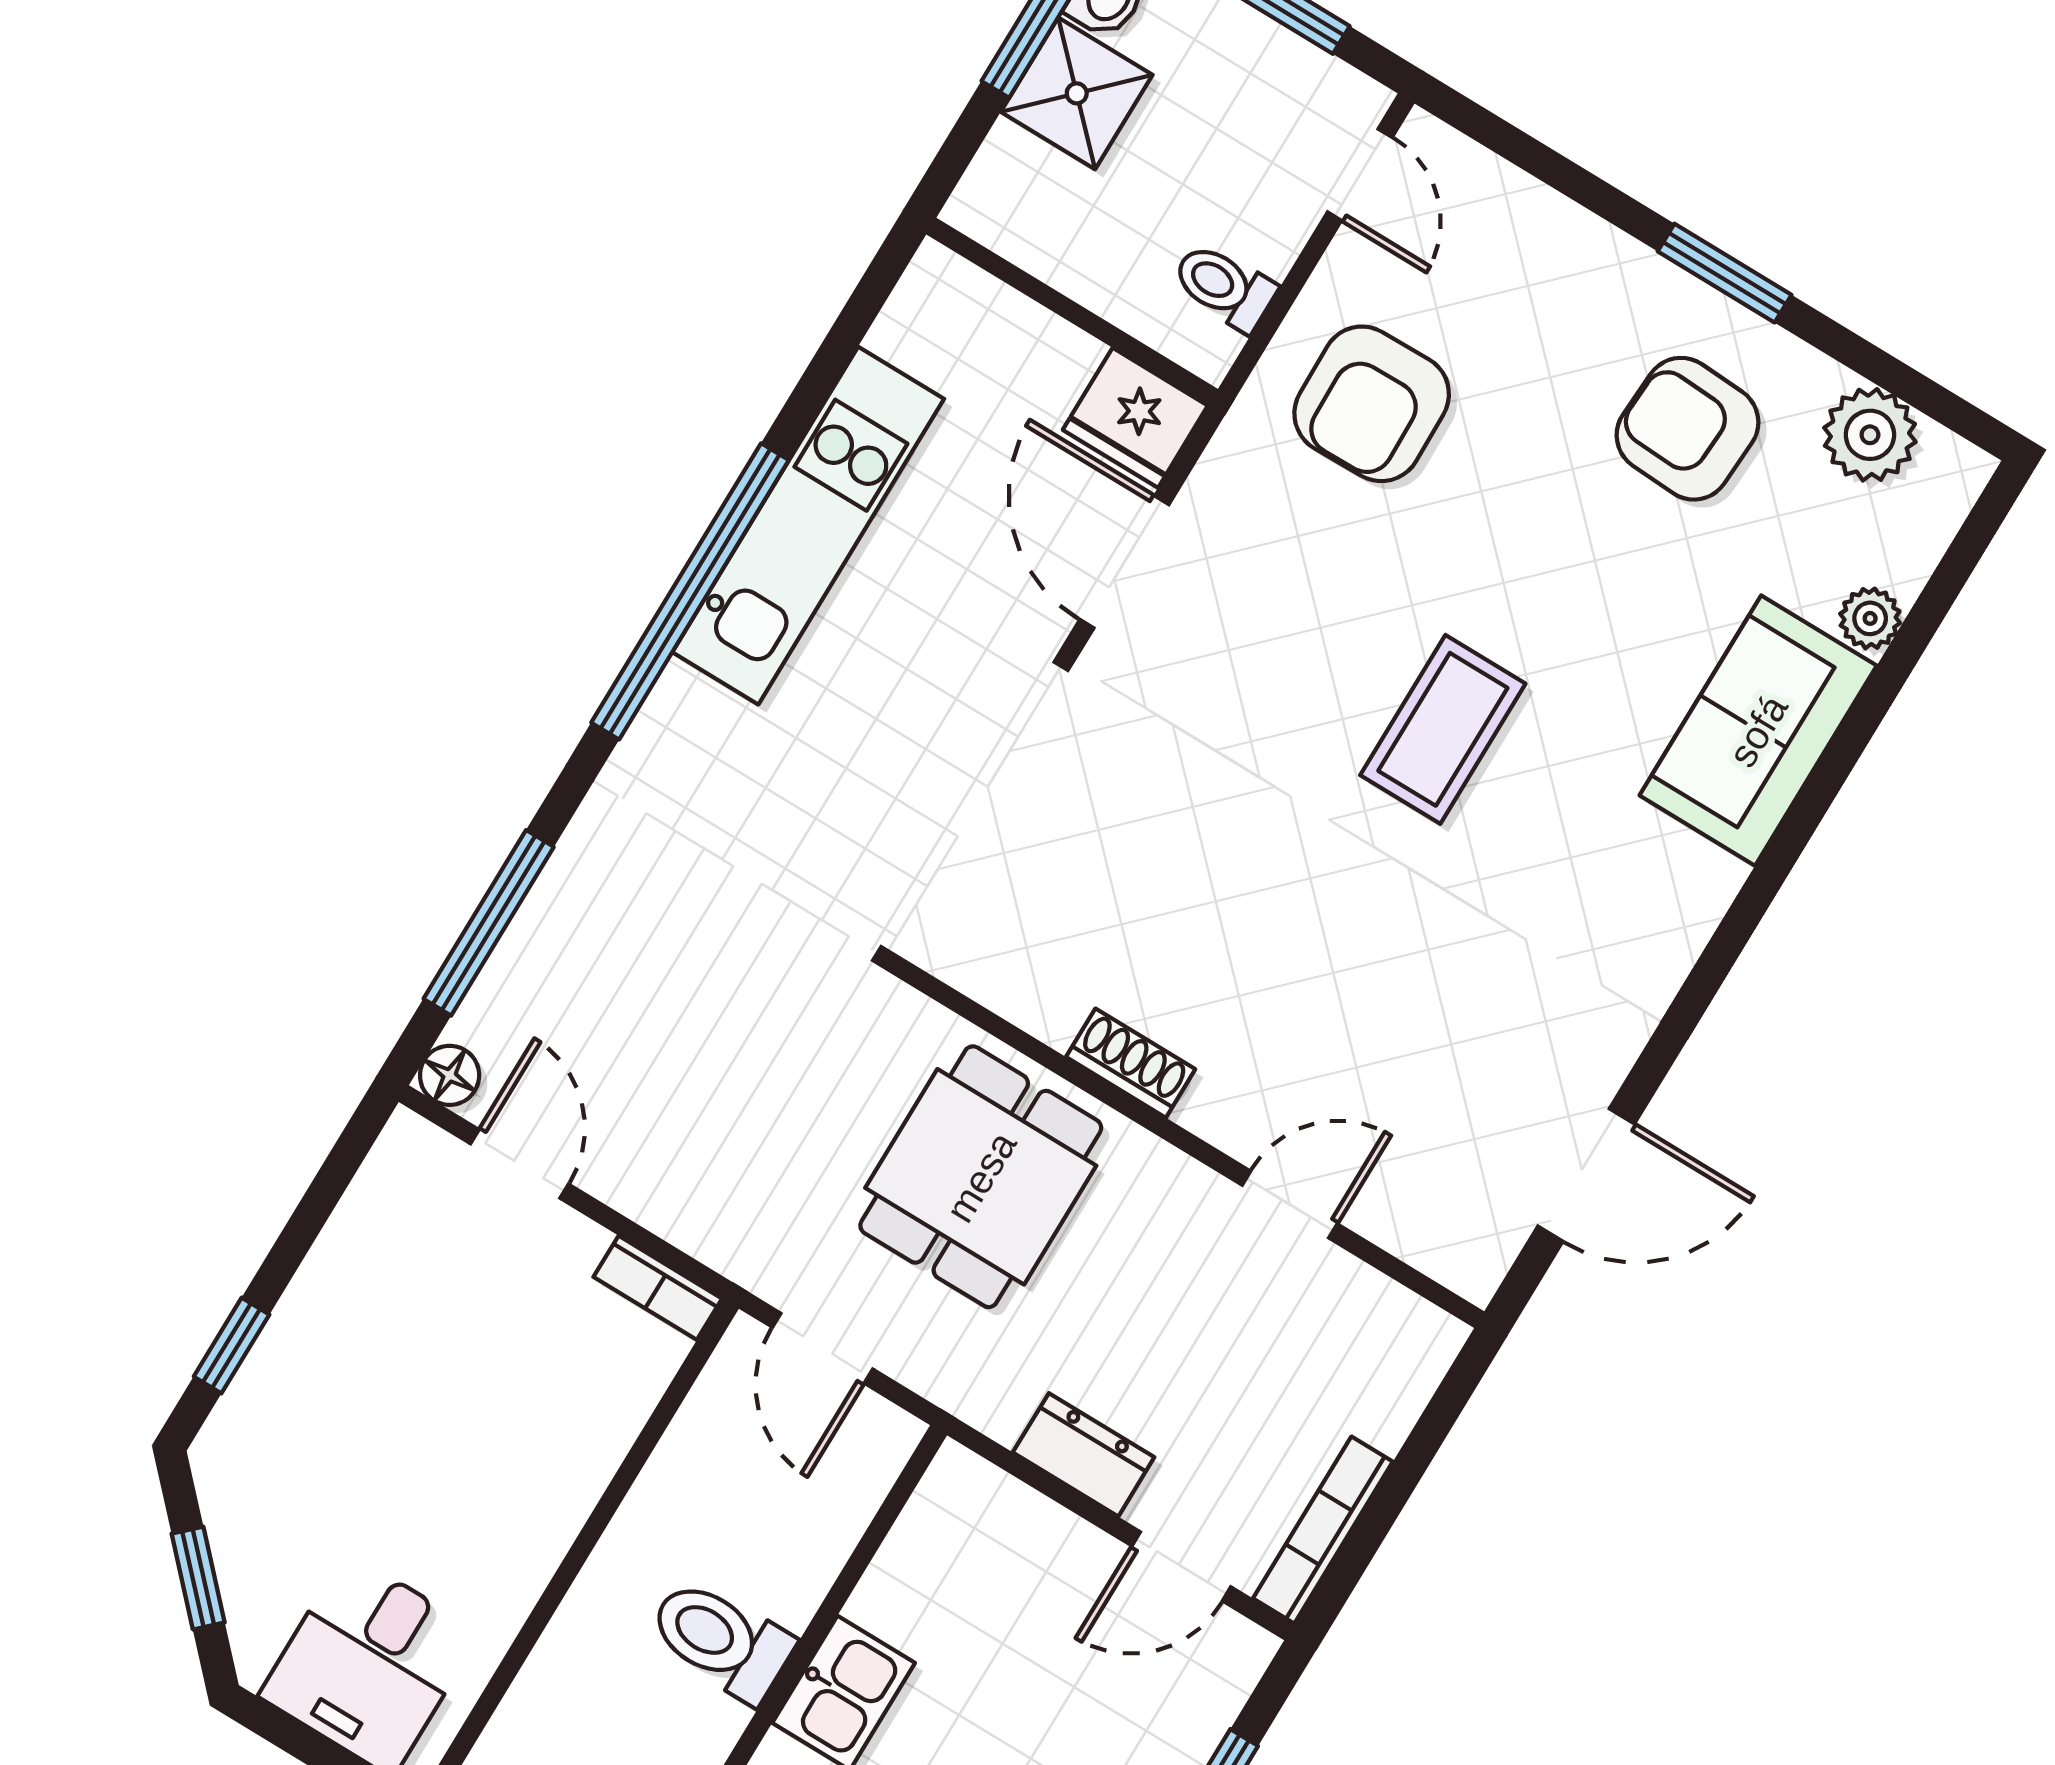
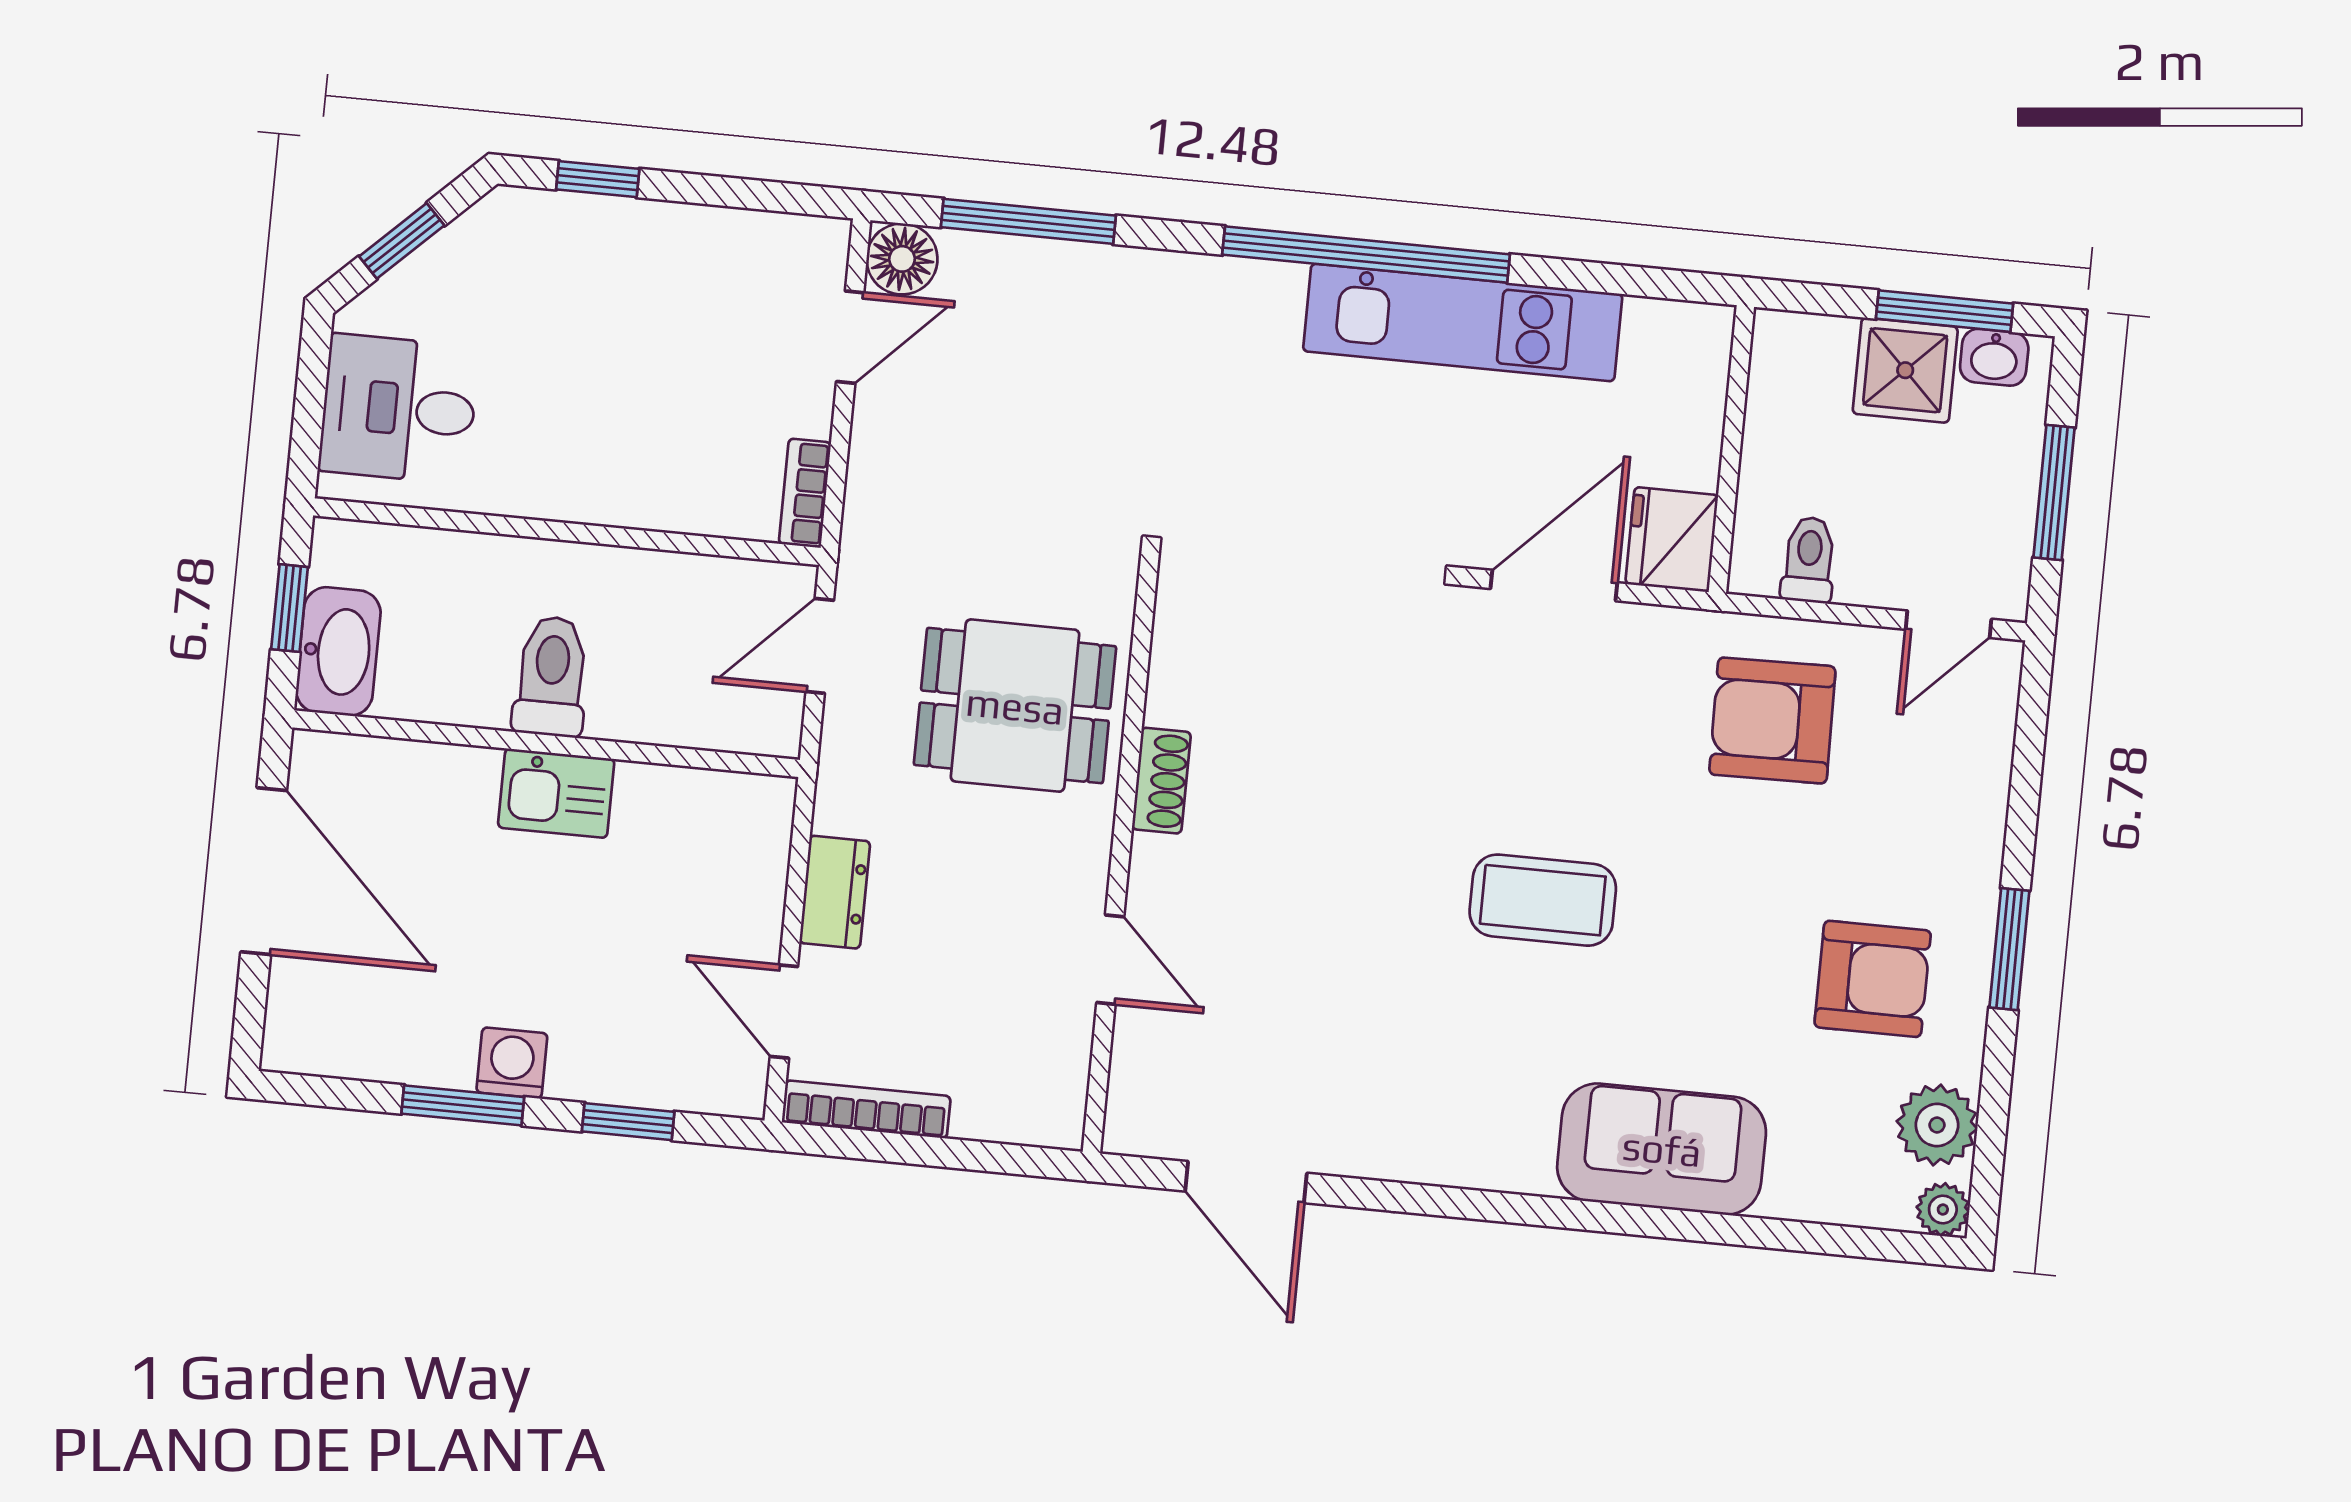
armchair: (1688, 429) -> (1873, 979), turned 87
plant: (1870, 618) -> (1943, 1210), moved
floor lamp: (450, 1075) -> (902, 259), width x1.37, depth x1.37

